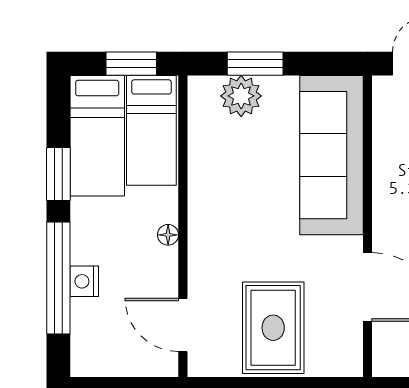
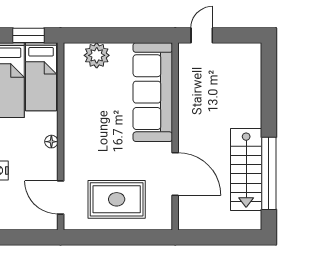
window: (255, 64) -> (105, 35), removed
rug: (273, 328) -> (117, 199), turned 90

